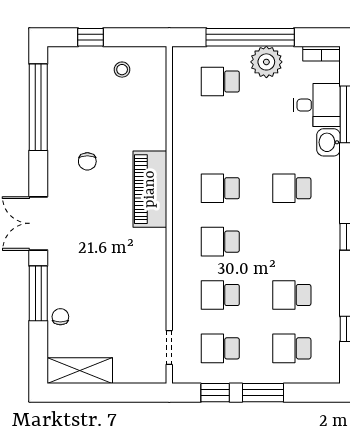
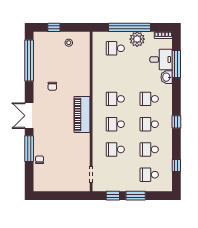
piano: (150, 189) -> (82, 114), moved
school desk: (220, 348) -> (149, 124), moved
shelving: (80, 371) -> (49, 185), removed

